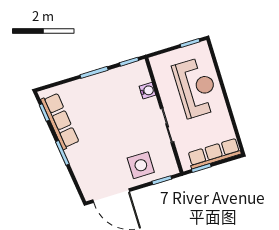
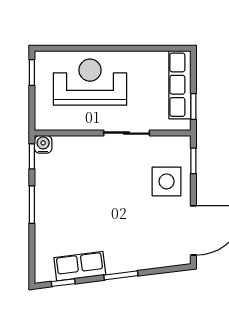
water cooler: (148, 91) -> (43, 144), moved
row of seats: (60, 121) -> (80, 266), width x0.68

